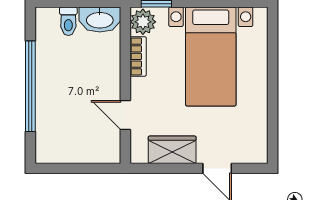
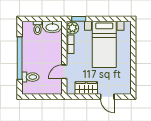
door: (125, 115) -> (64, 72), hinge flipped
toilet: (53, 126) -> (30, 77), added

